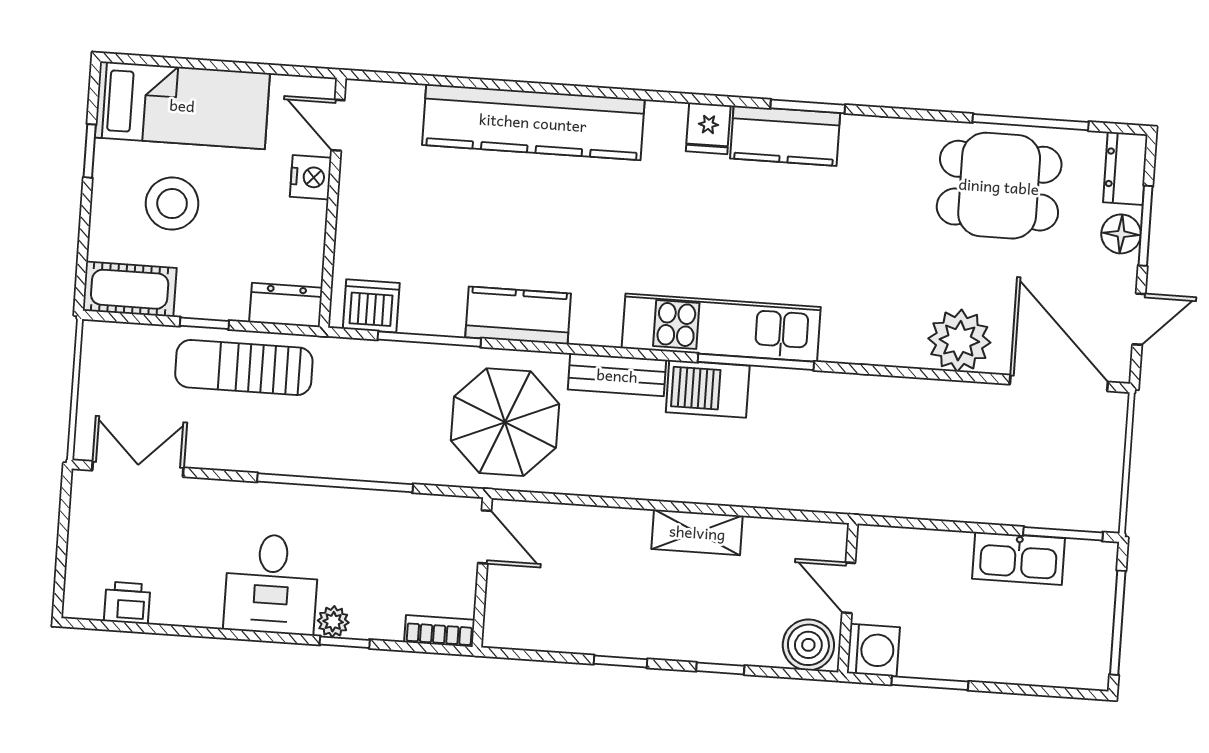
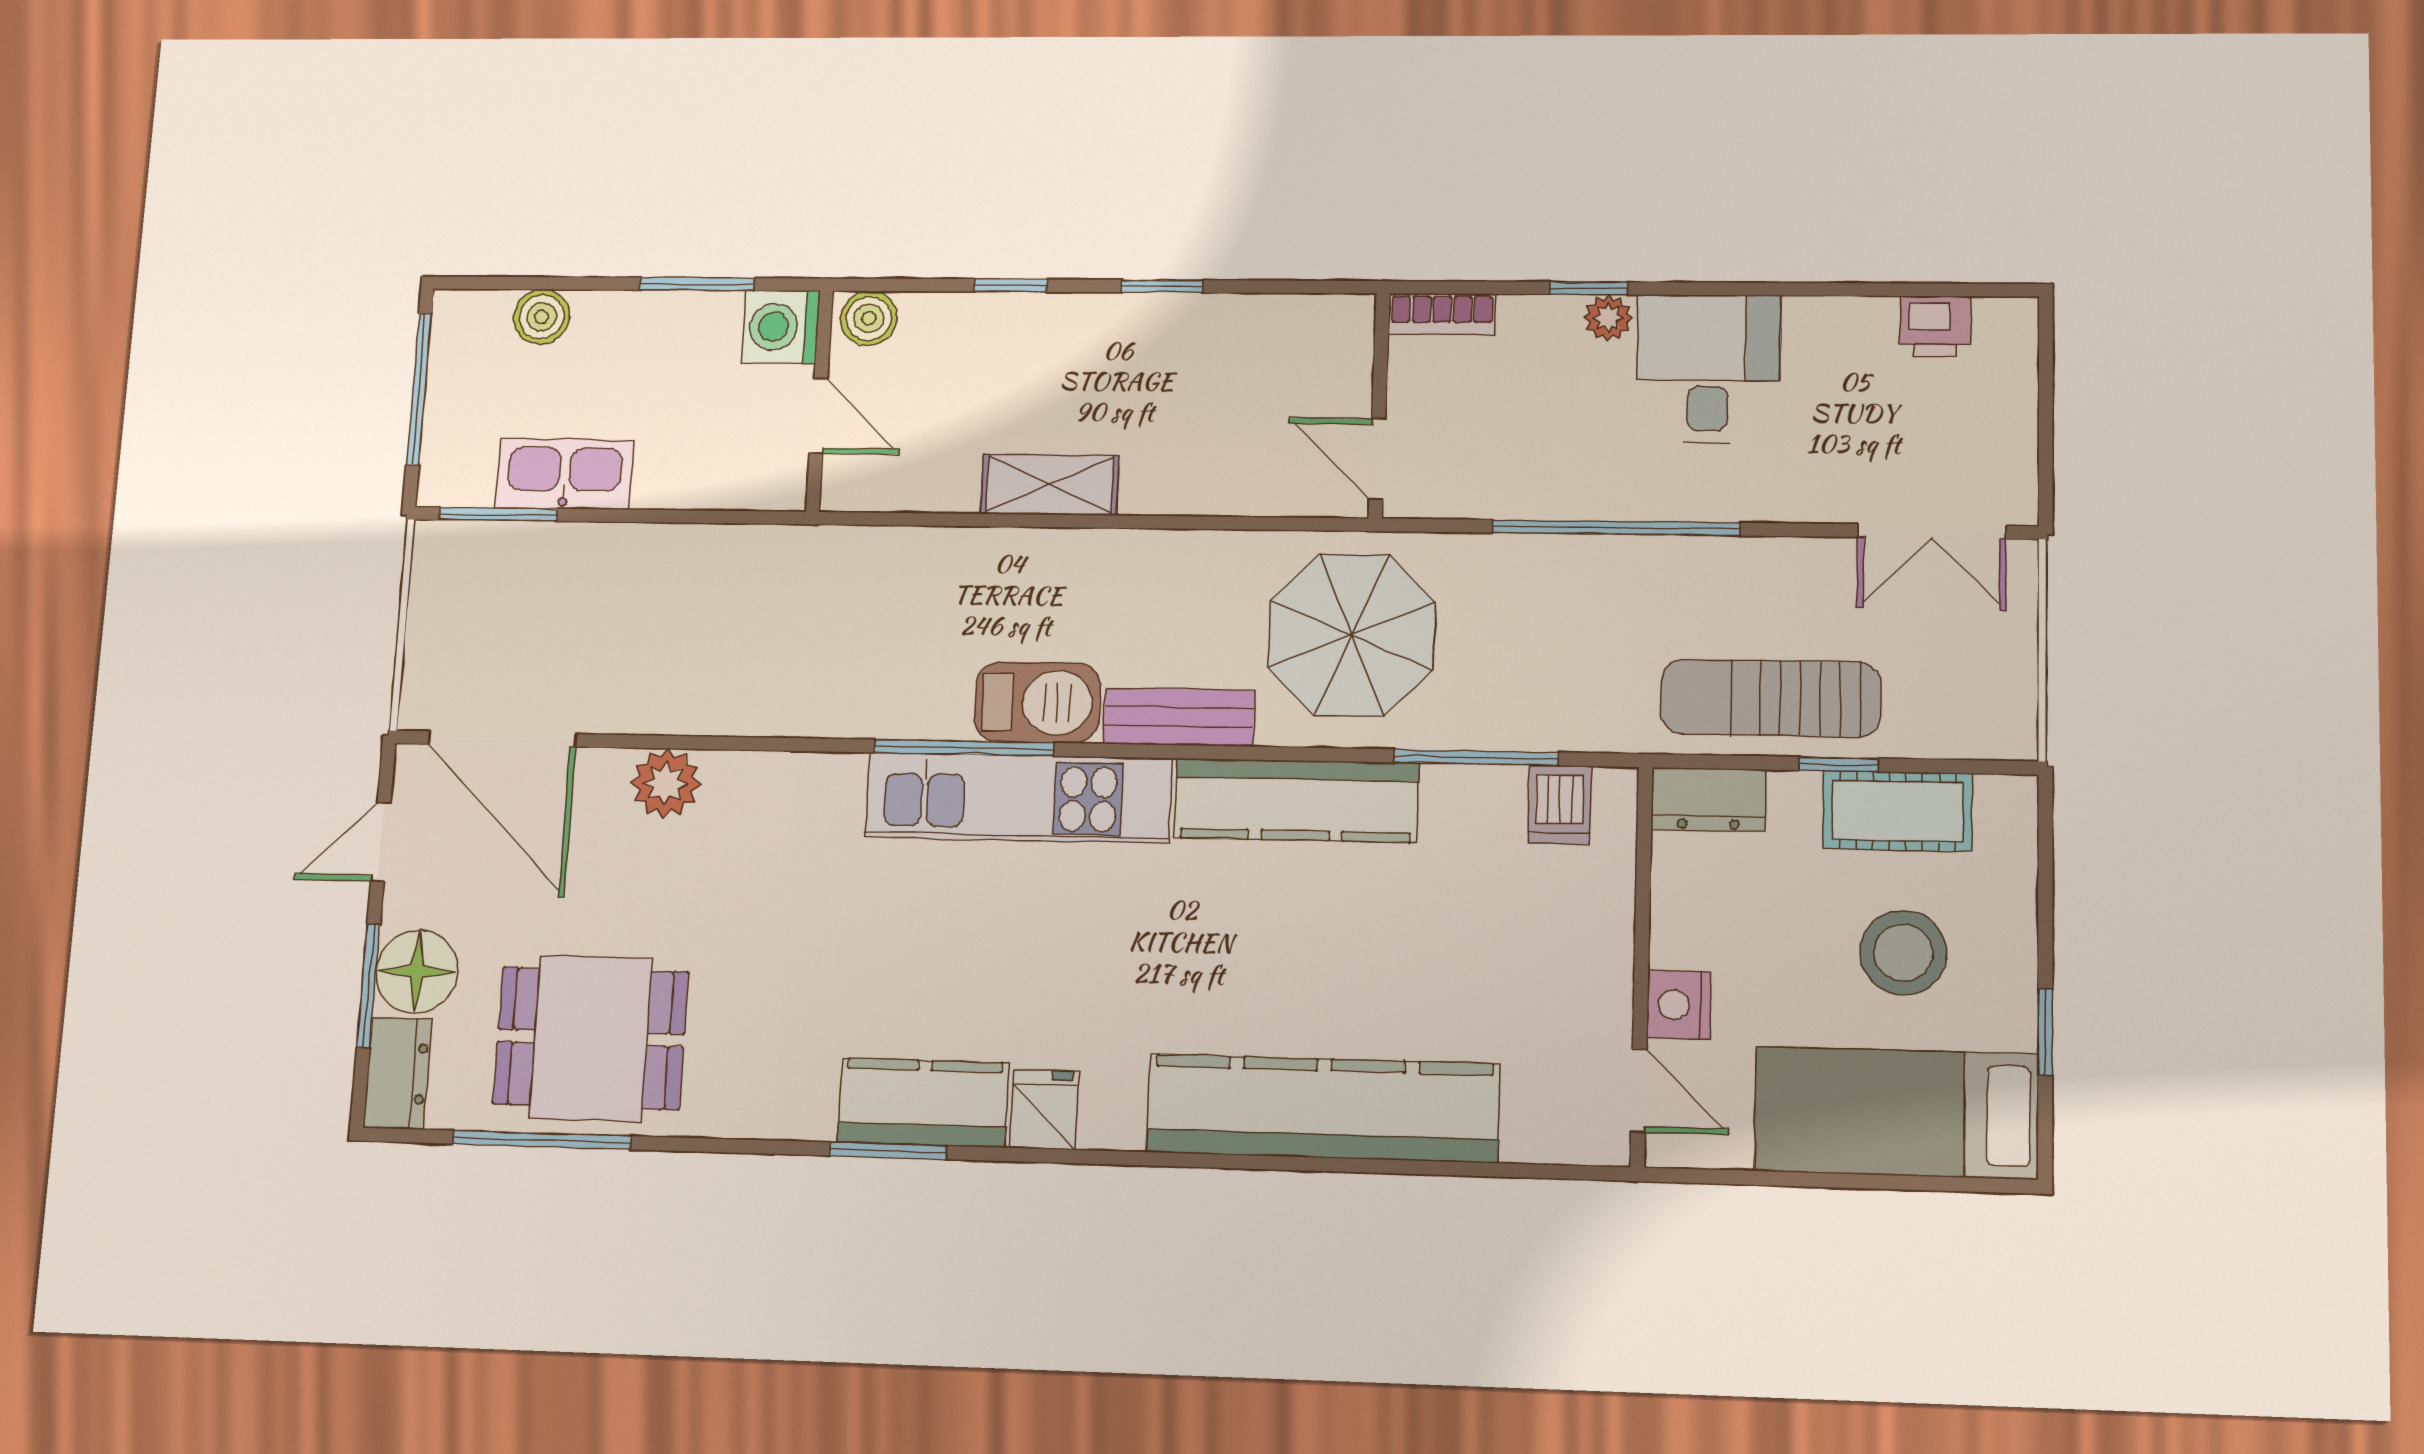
floor lamp: (1121, 234) -> (417, 972), width x1.38, depth x1.38
cot: (130, 289) -> (1897, 811), moved
dishwasher: (371, 306) -> (1559, 805), width x0.73
kitchen counter: (518, 315) -> (1296, 800), width x1.50
plant: (959, 341) -> (666, 783), width x0.73, depth x0.73
sun lounger: (244, 368) -> (1771, 698), turned 180
boiler: (808, 645) -> (869, 318), width x0.73, depth x0.73
boiler: (1035, 667) -> (542, 317), added

